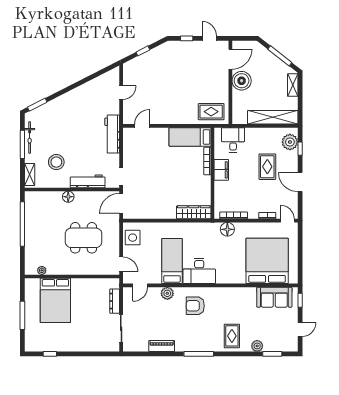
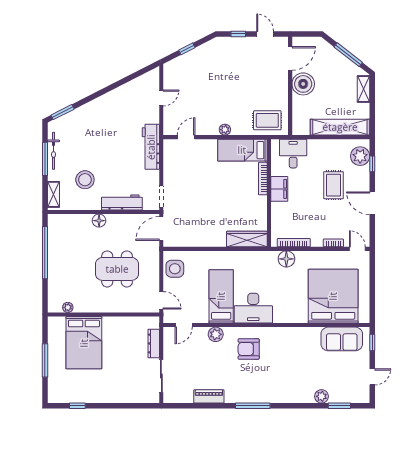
plant: (175, 119) -> (225, 130), added
rug: (232, 336) -> (292, 385), removed

